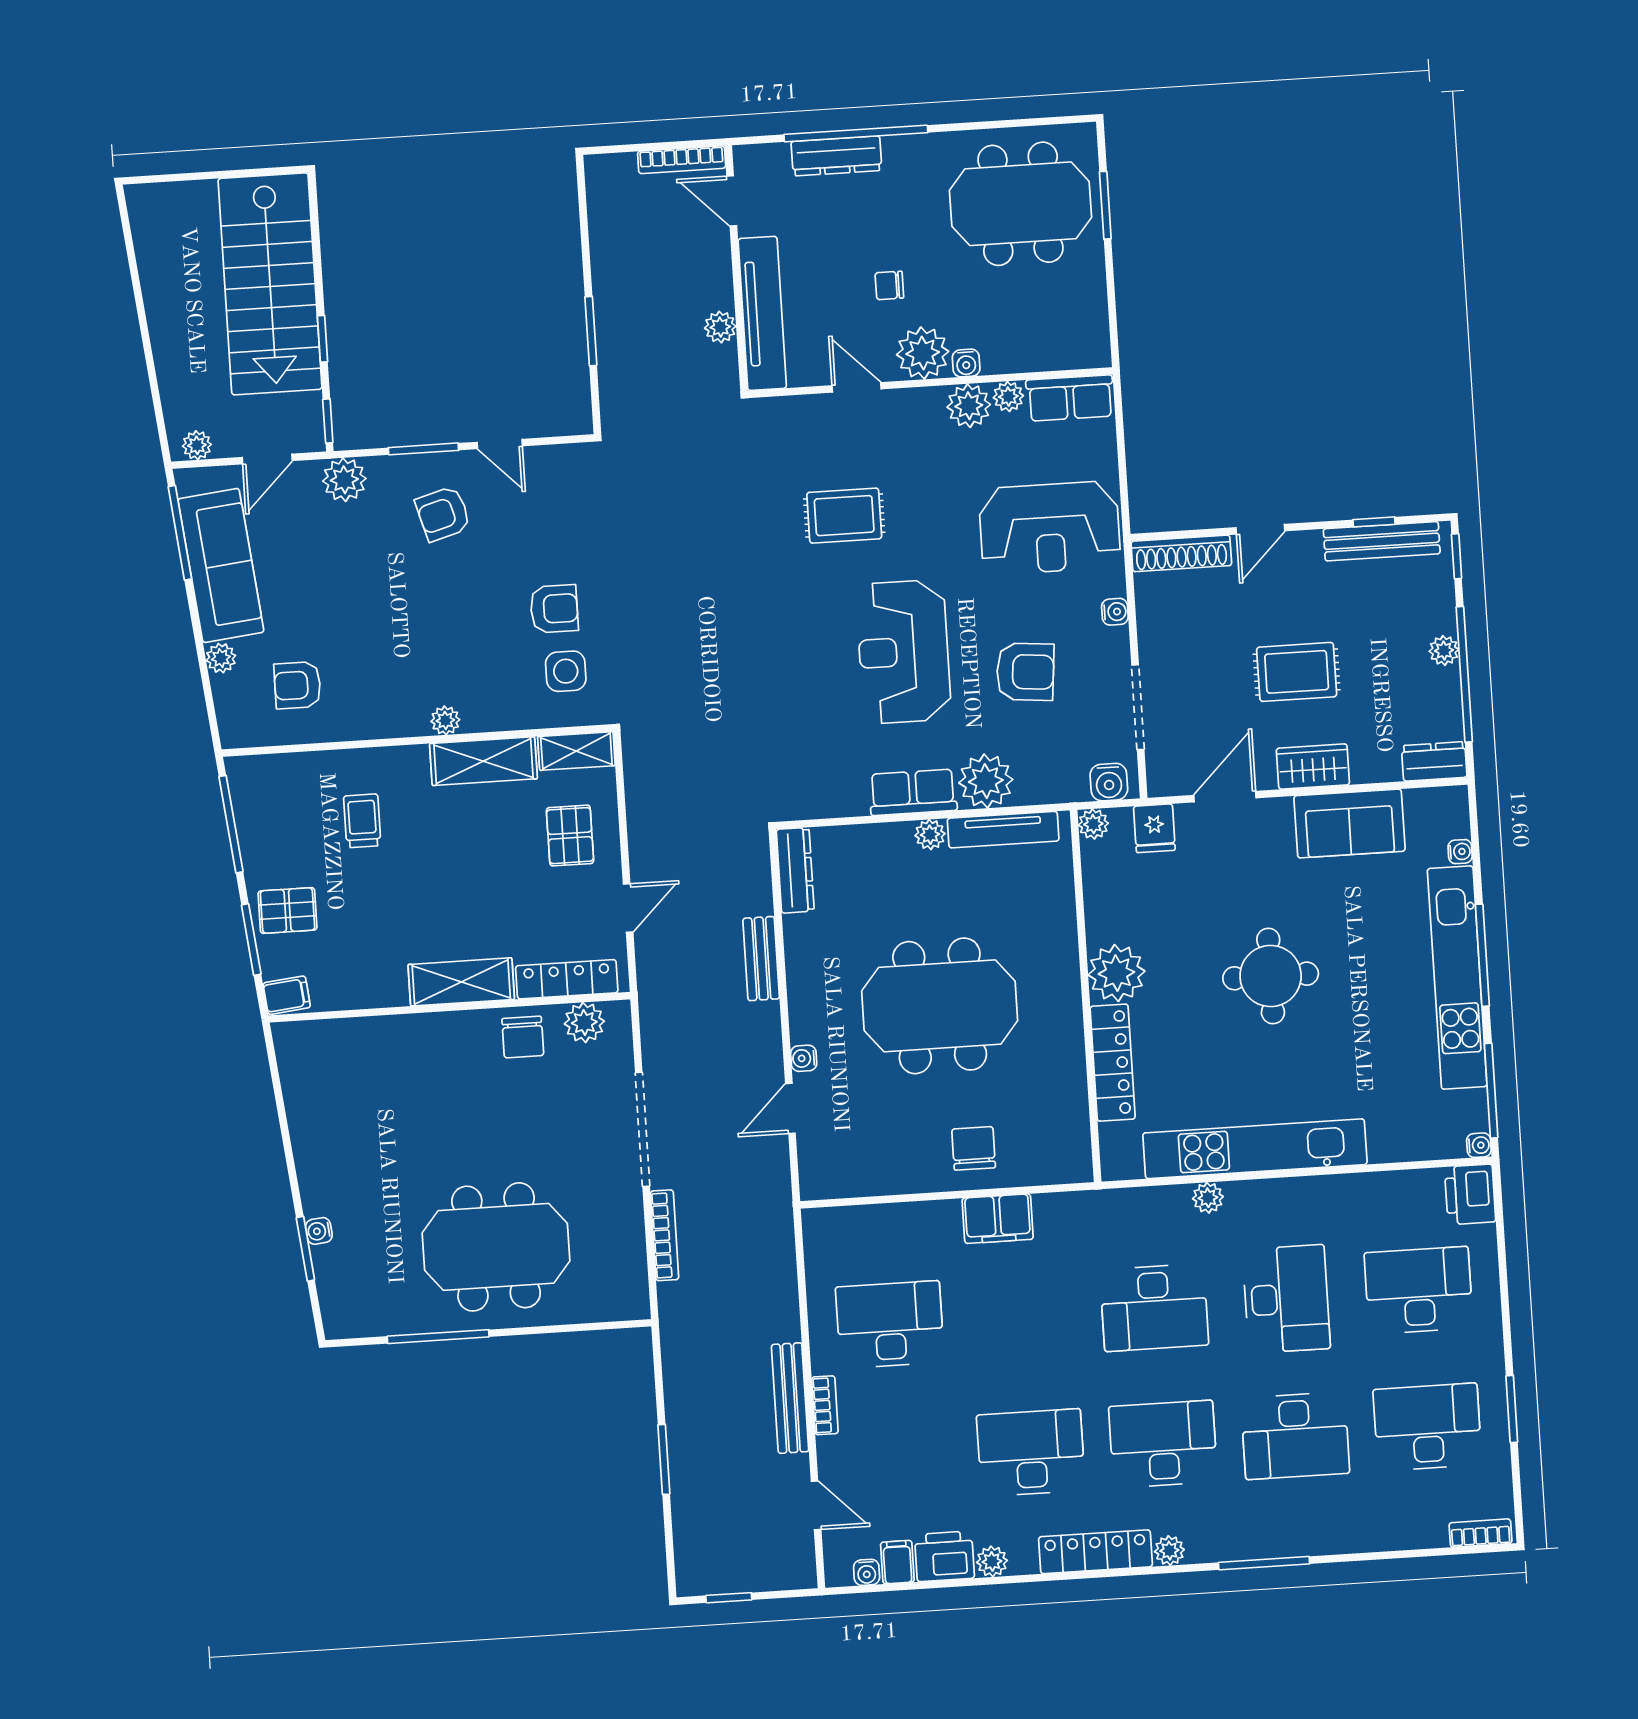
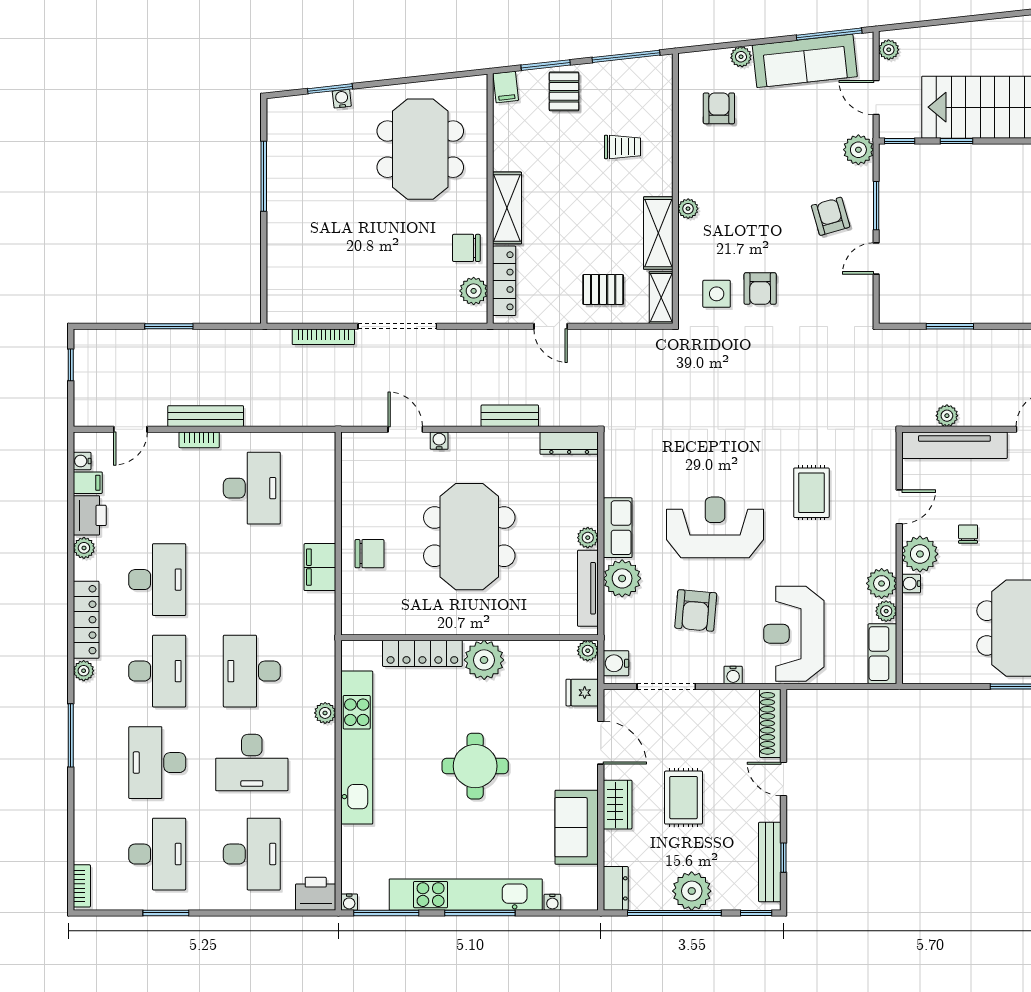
plant: (1444, 650) -> (692, 891), width x1.87, depth x1.87
meeting table: (496, 1247) -> (420, 149), moved

